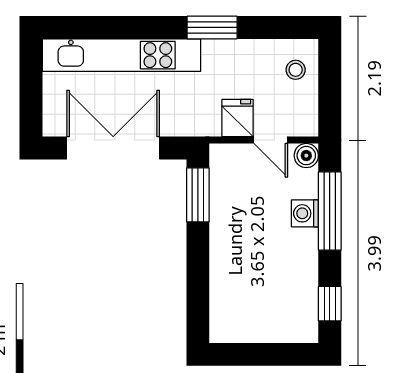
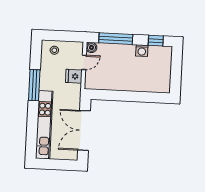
window: (212, 27) -> (34, 85), width x1.44
window: (198, 195) -> (106, 95), removed
washing machine: (305, 213) -> (142, 51), moved

